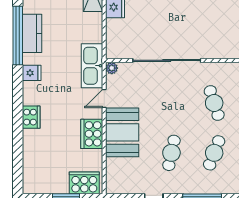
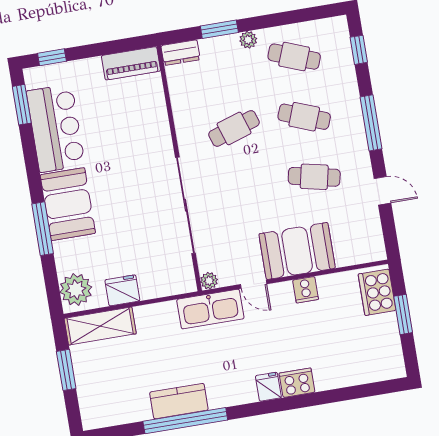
fridge: (32, 73) -> (268, 387), moved
cooker: (92, 134) -> (306, 290), width x0.53, depth x0.76

